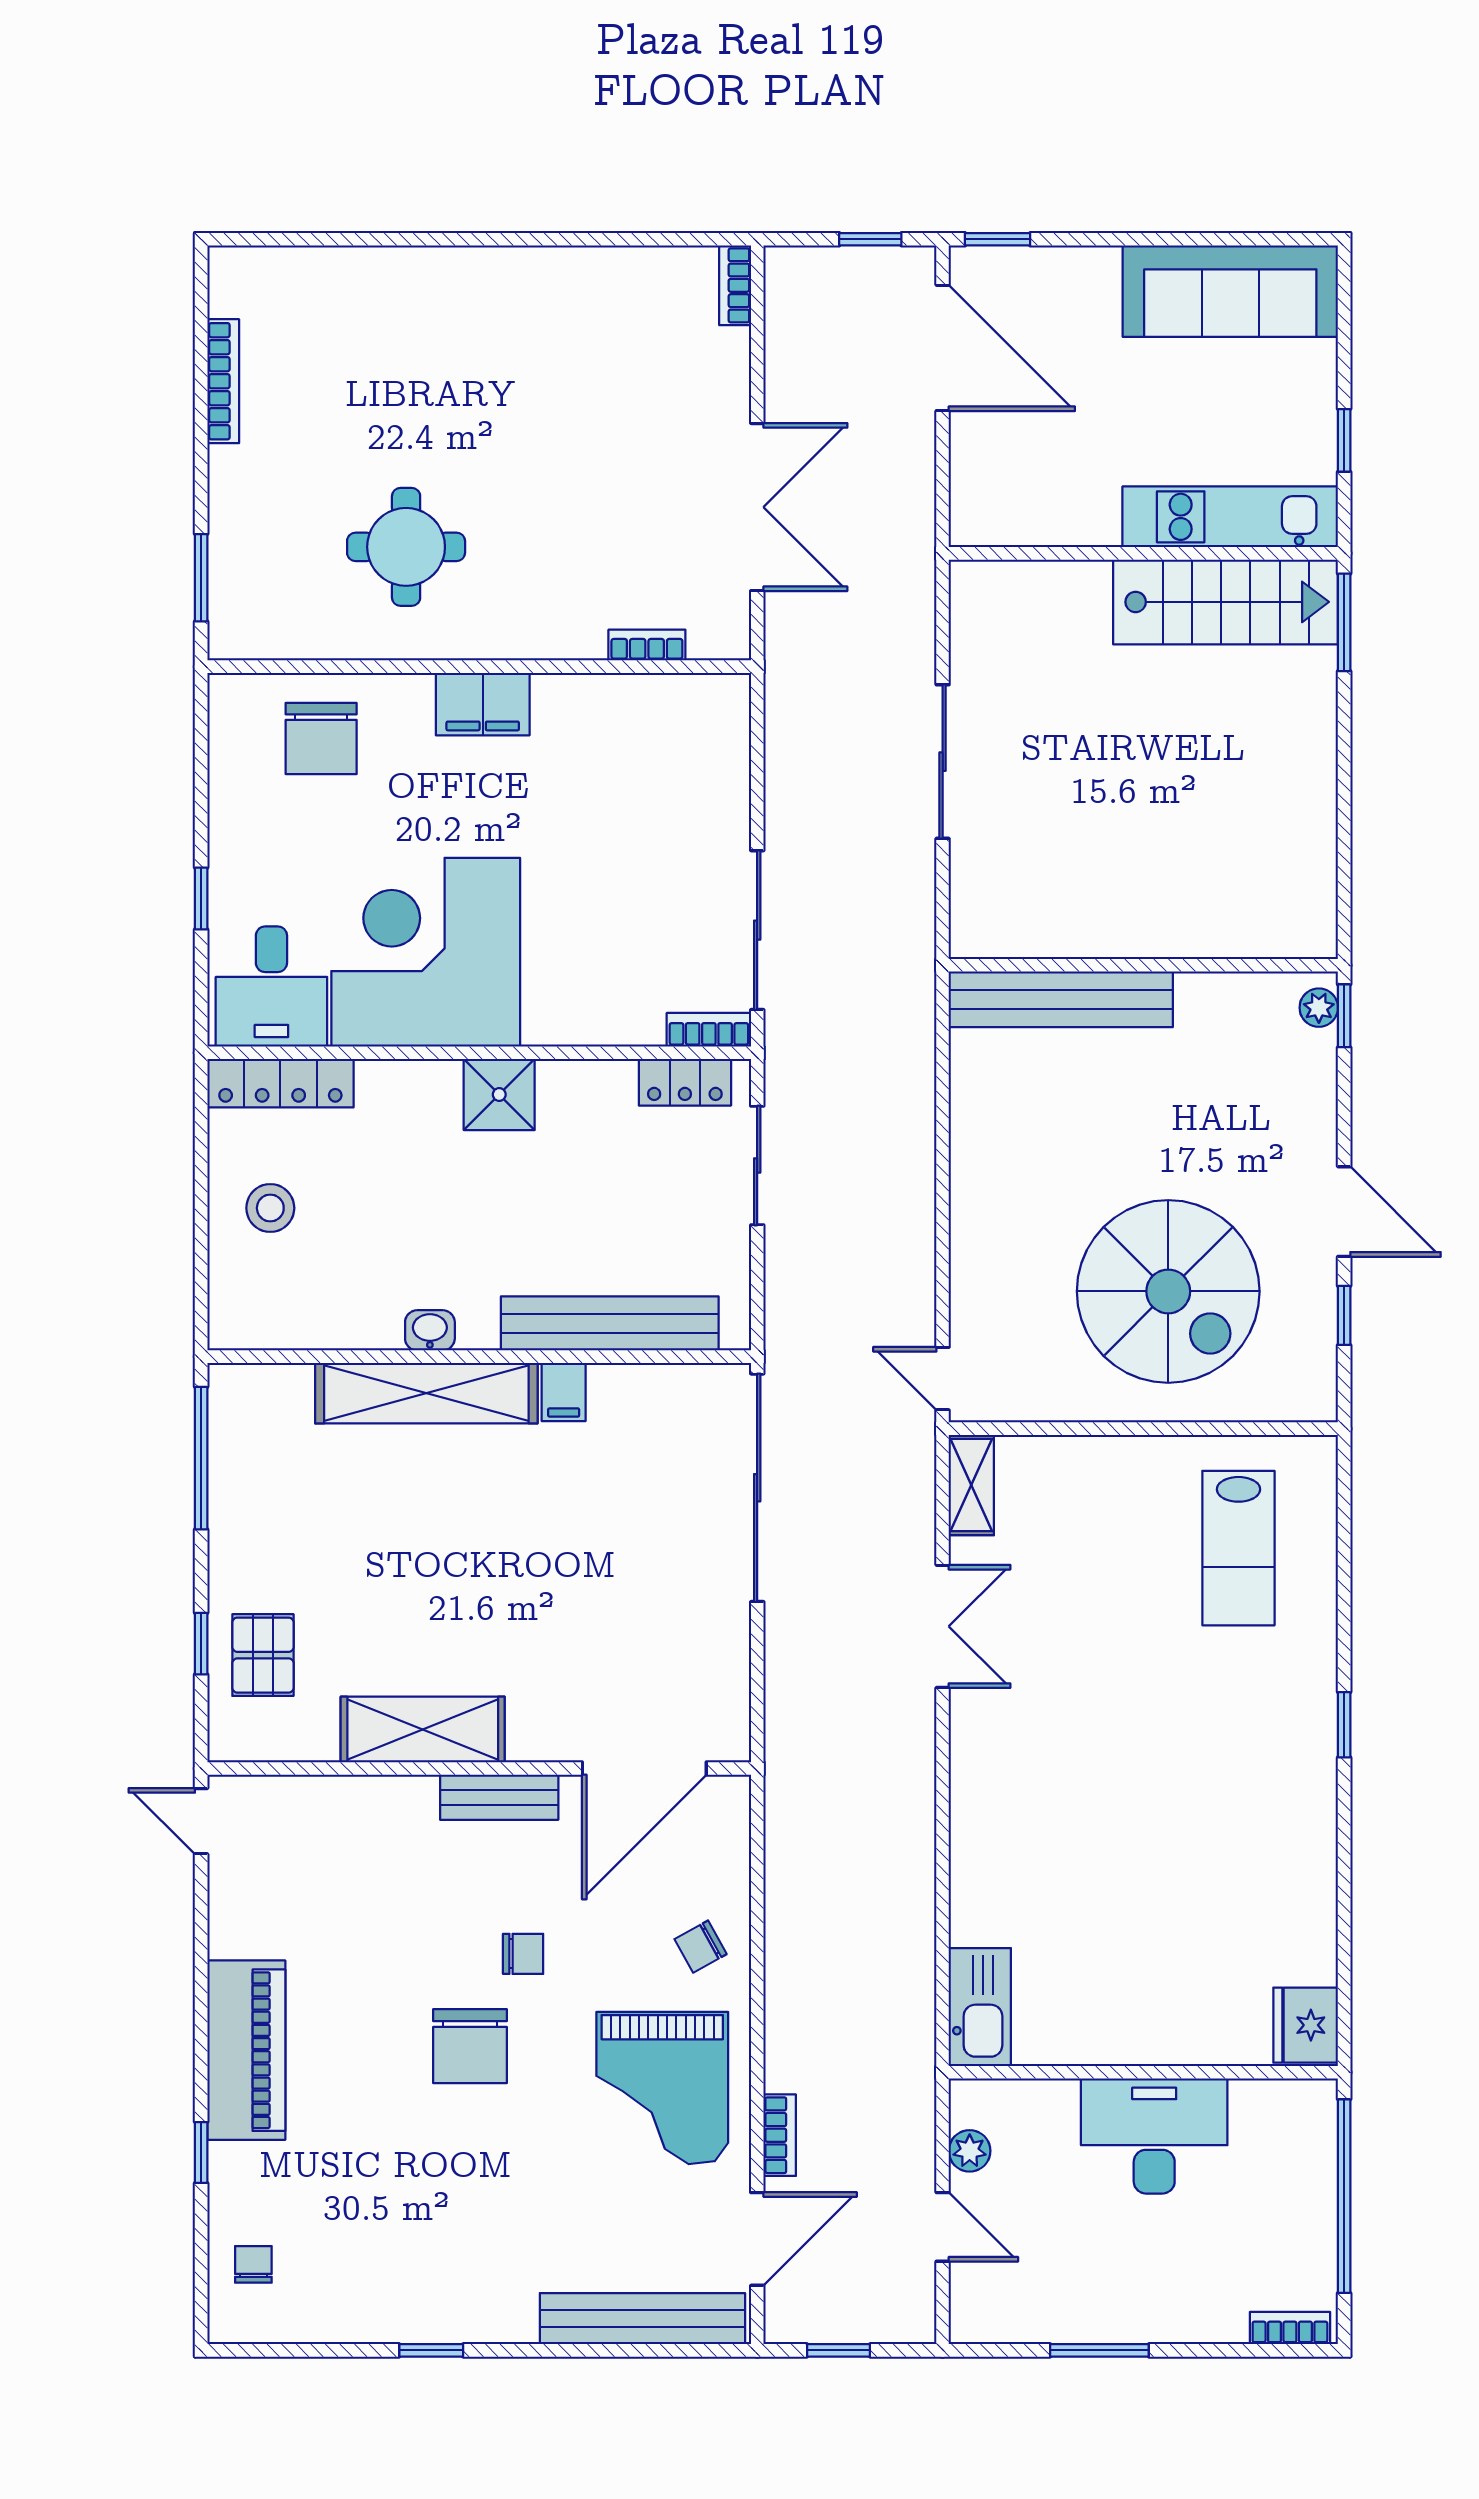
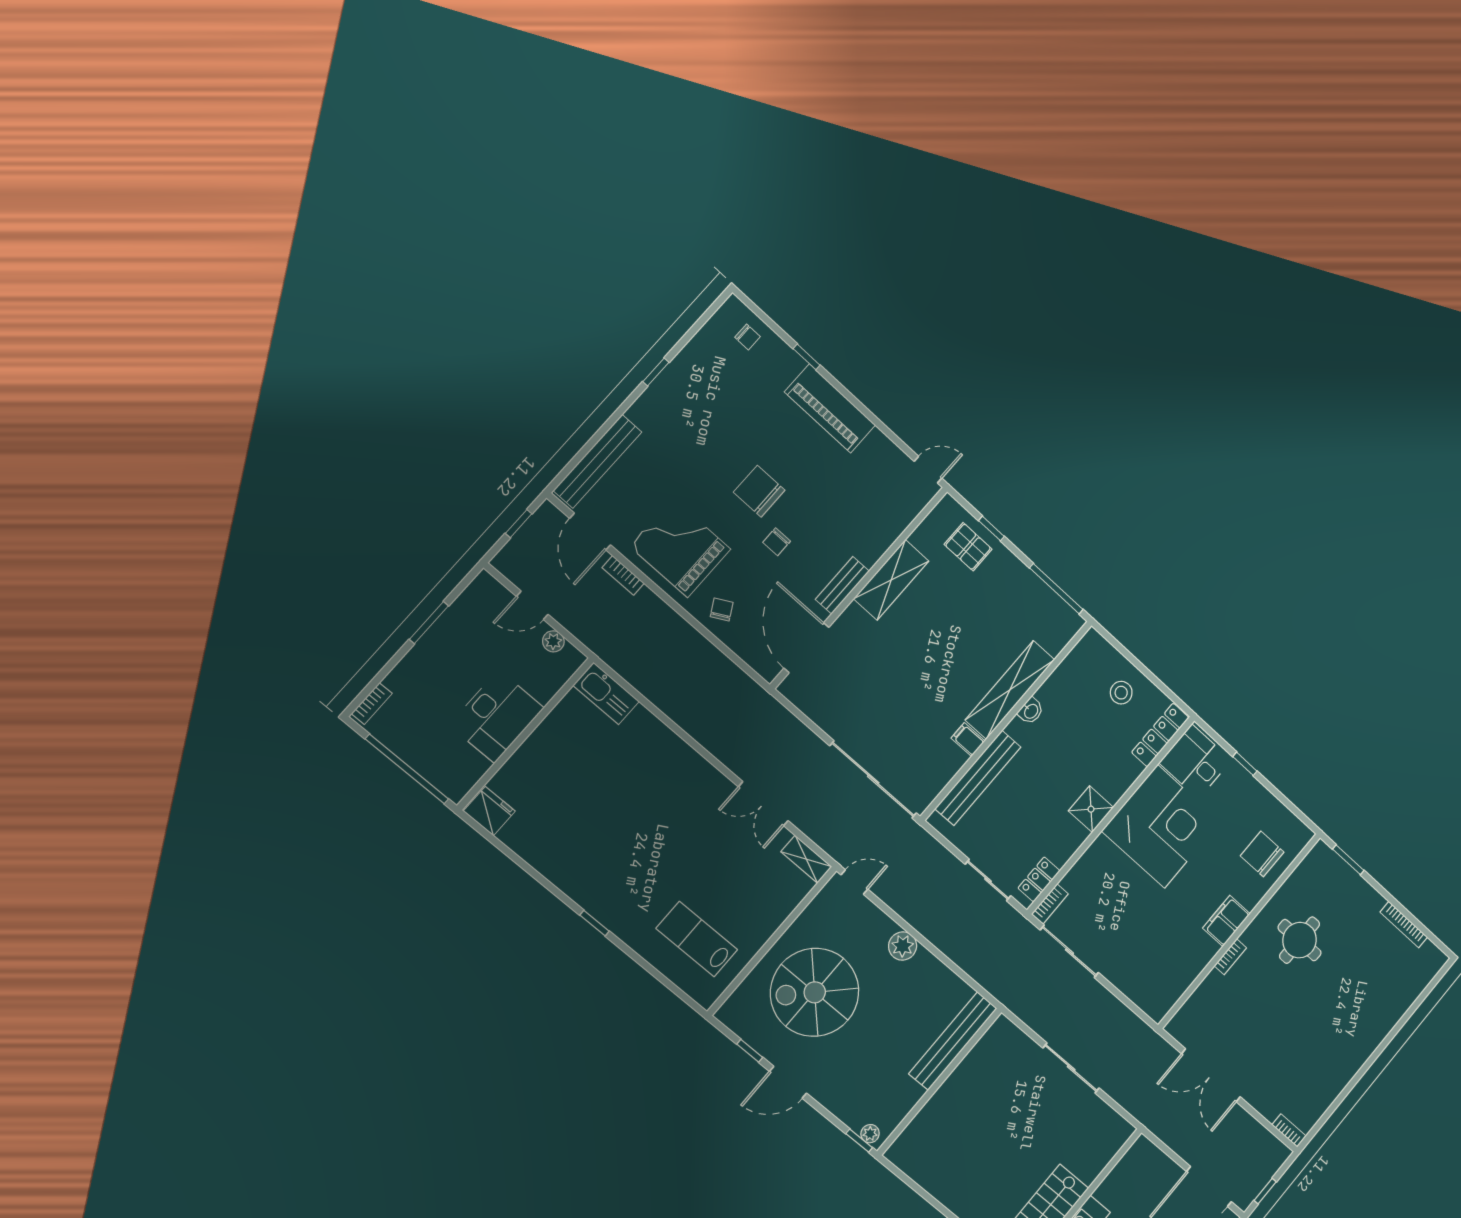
bookcase: (647, 645) -> (1230, 957), moved
plant: (978, 1214) -> (903, 946), added

